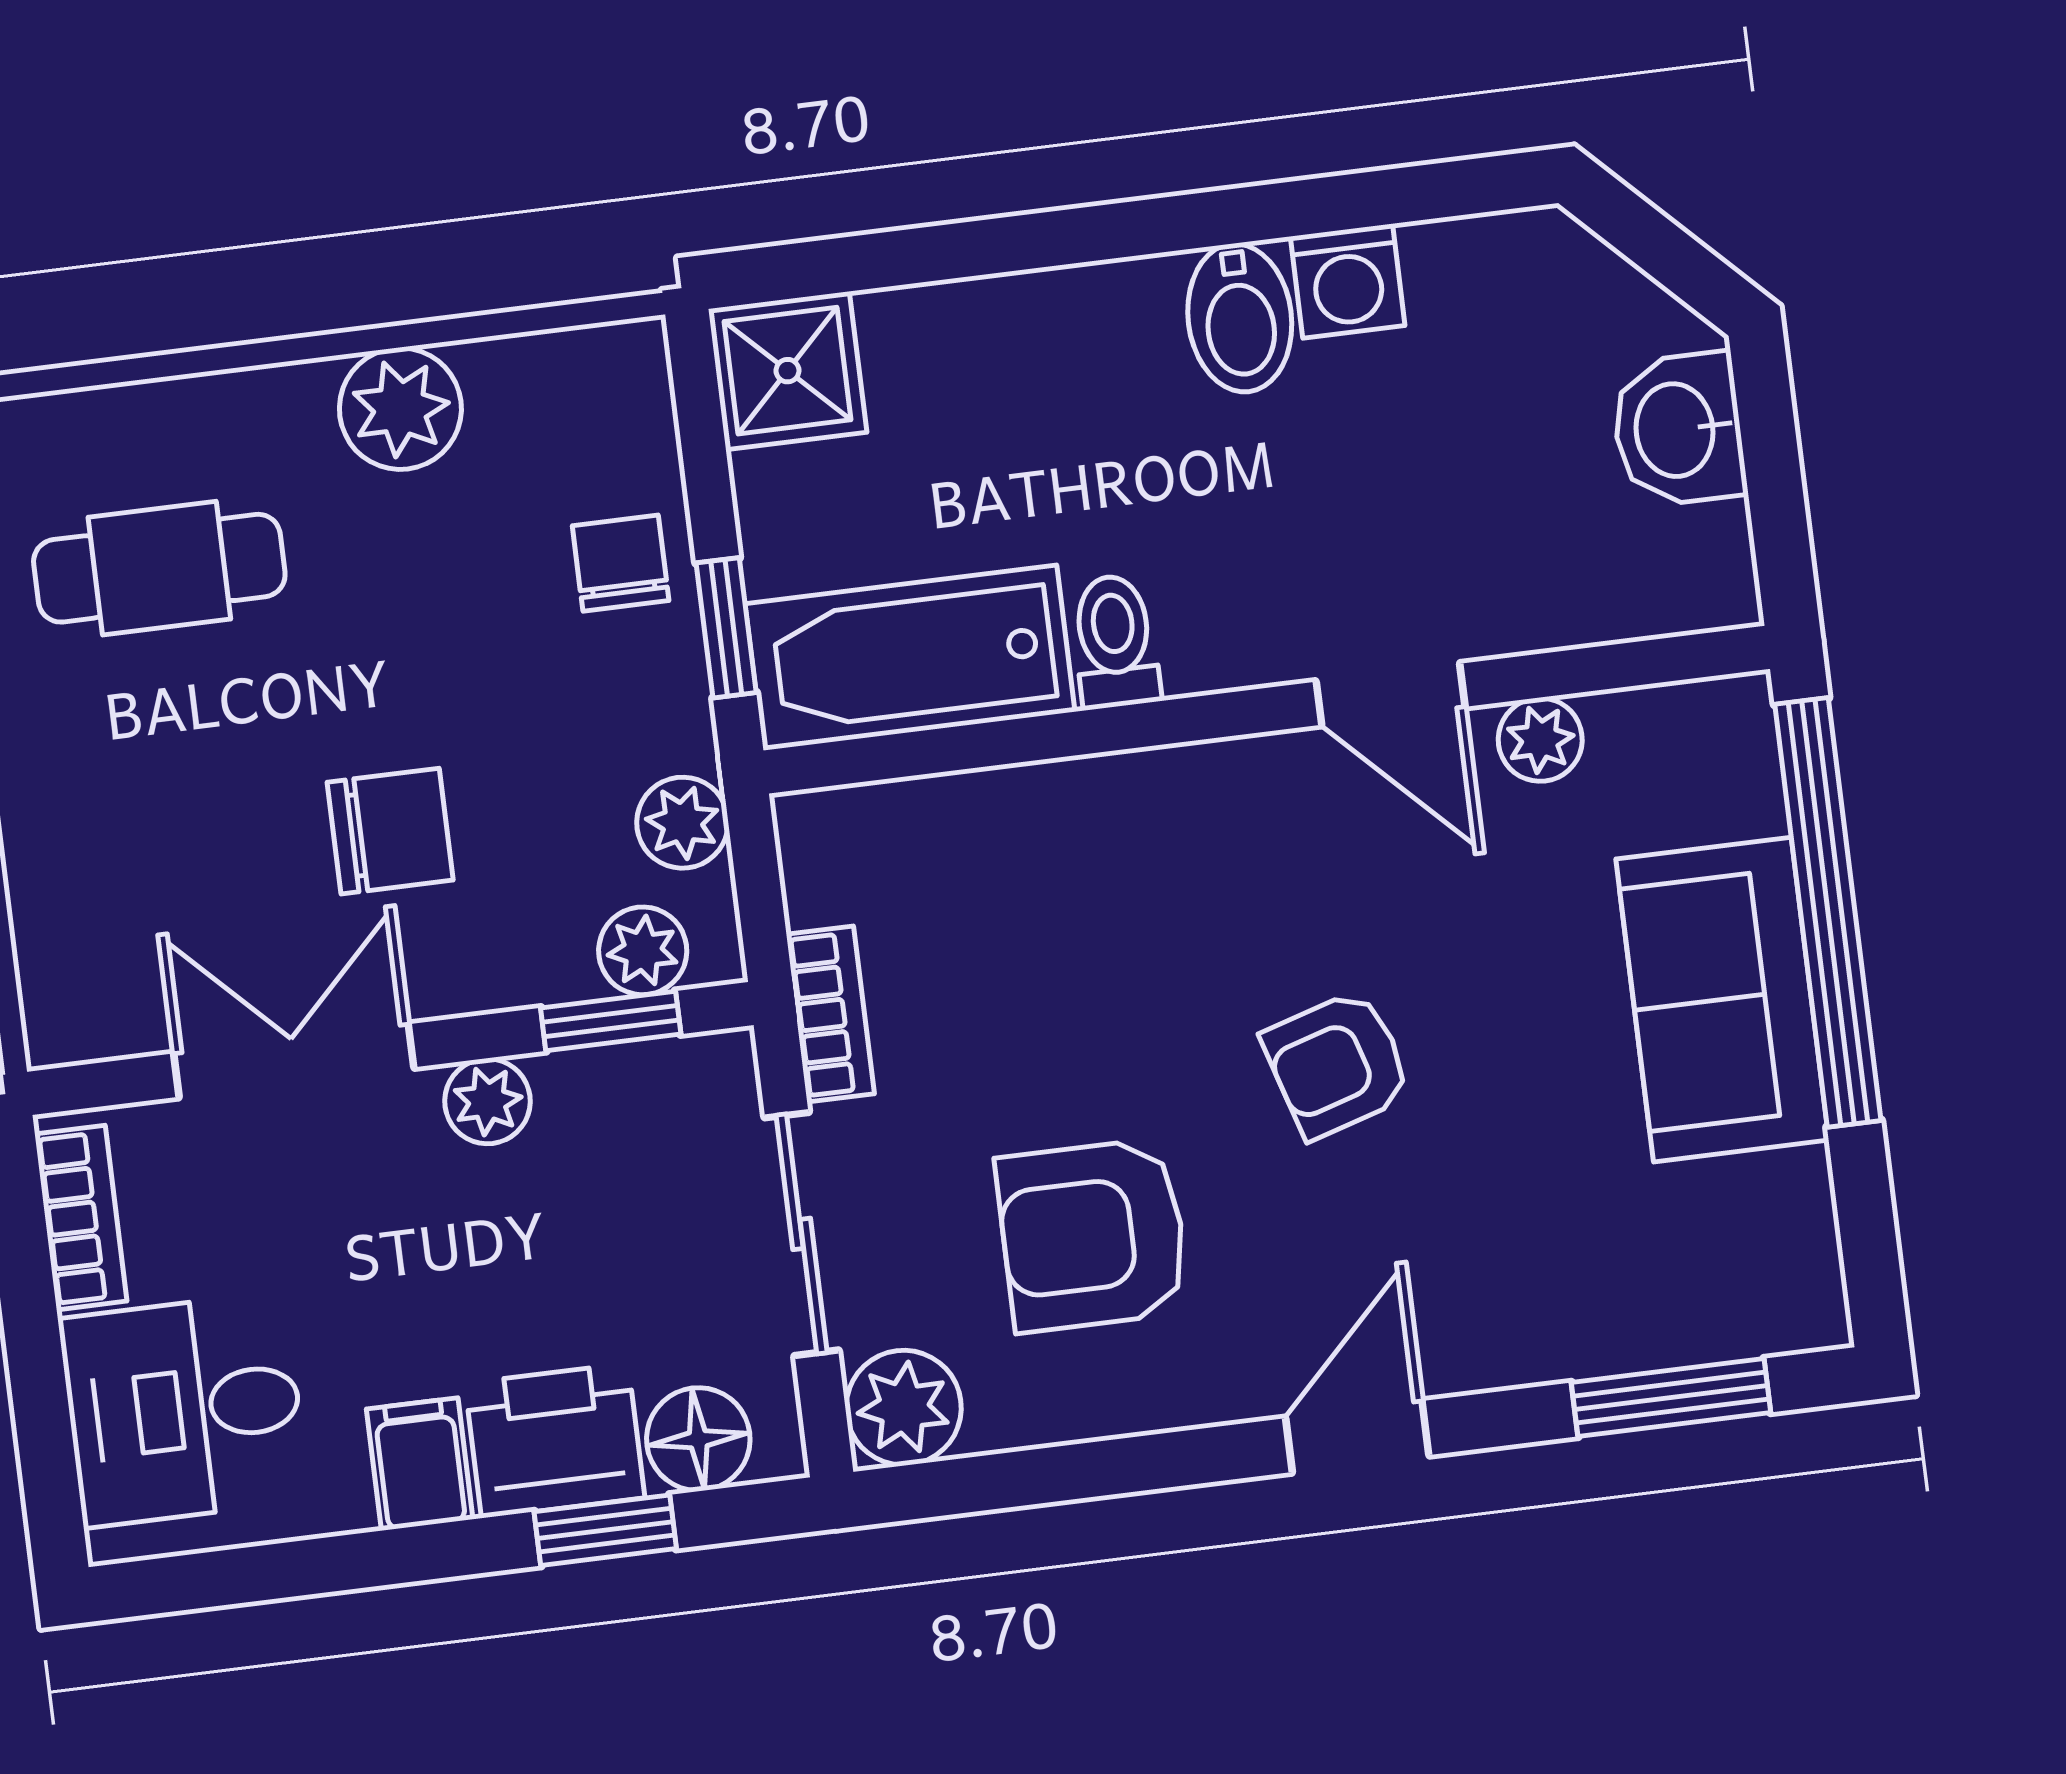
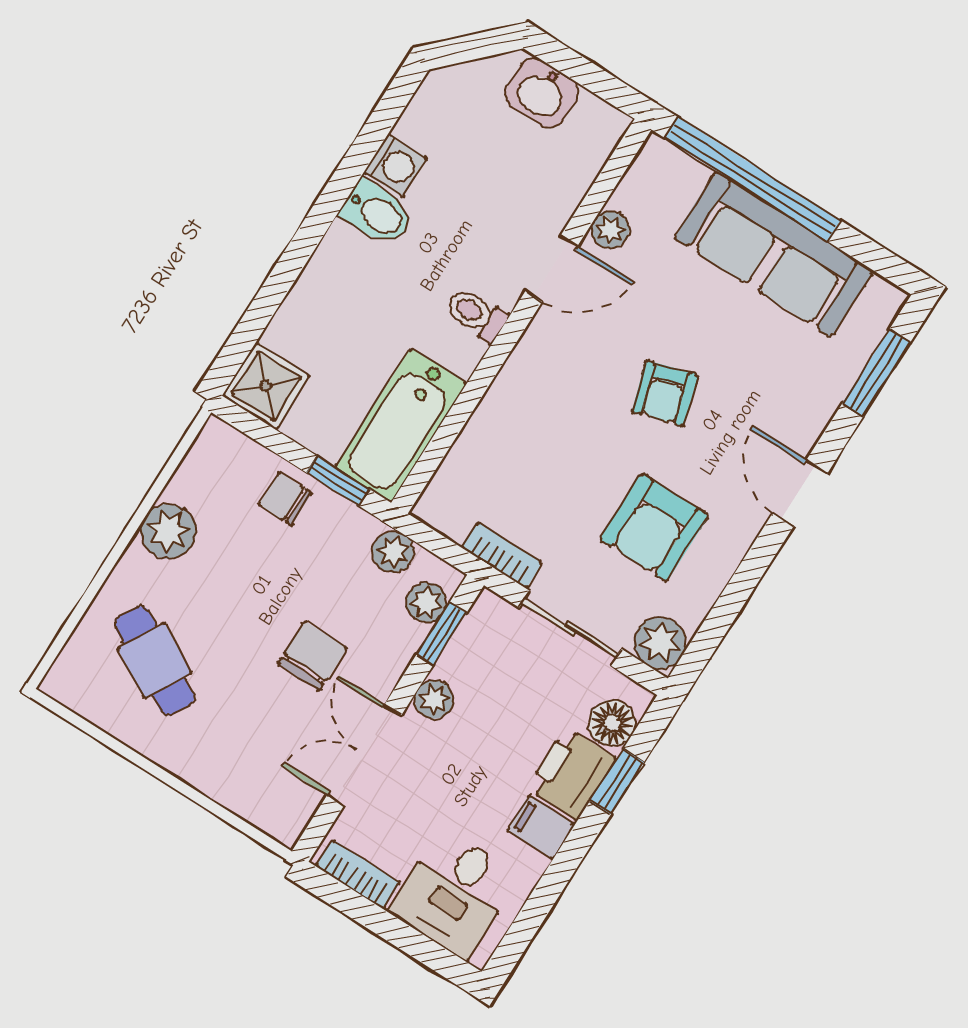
cafe table: (159, 568) -> (155, 661), turned -61
toilet: (1115, 641) -> (476, 315), moved
sofa: (1722, 1000) -> (774, 254), width x1.36

